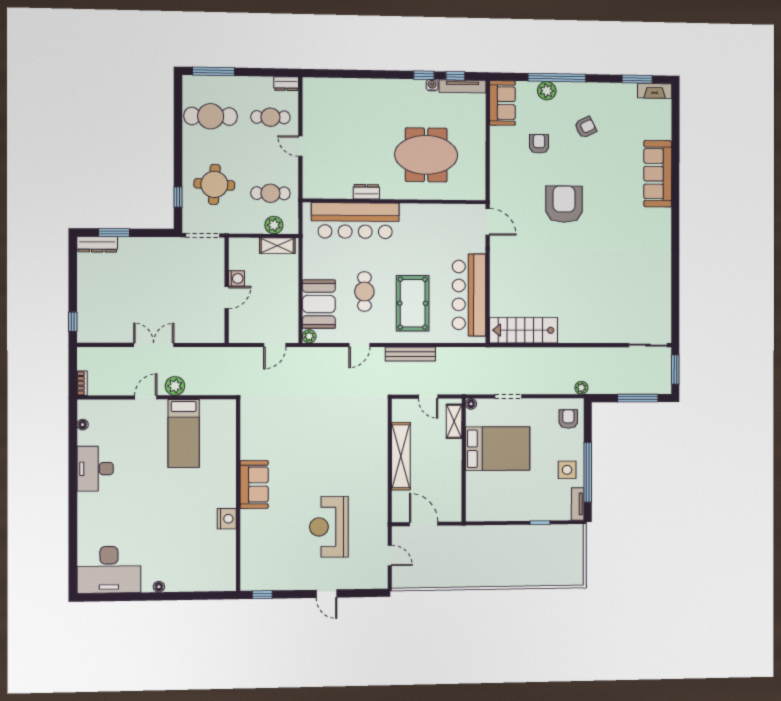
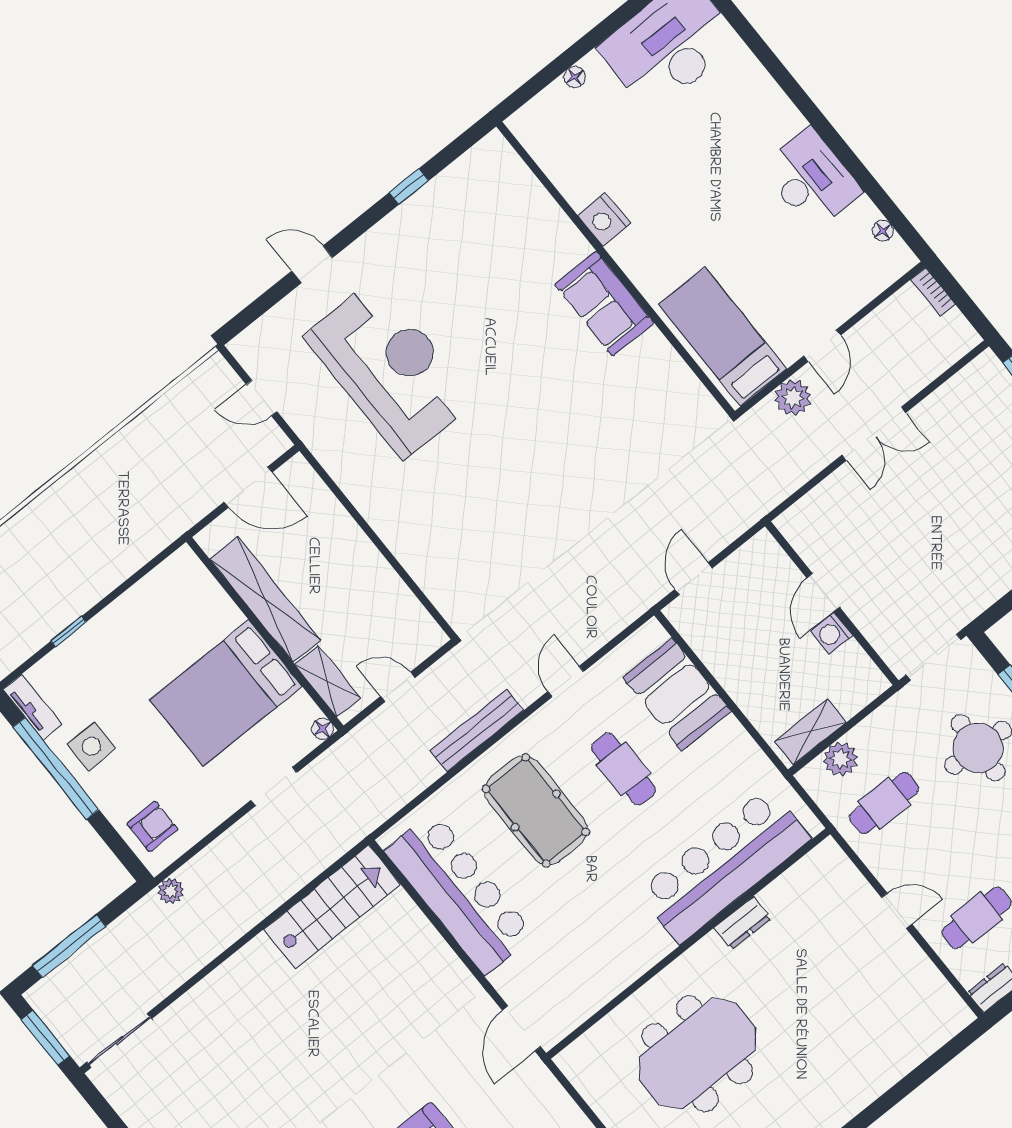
door: (488, 222) -> (521, 1029), hinge flipped
plant: (309, 336) -> (652, 634), removed
armchair: (568, 419) -> (152, 826), turned -90
shelving: (401, 456) -> (265, 600), moved
sofa: (254, 485) -> (604, 304), moved
wall: (238, 495) -> (616, 269), moved
nightstand: (227, 519) -> (604, 220), moved
reception desk: (329, 527) -> (390, 368), width x1.36, depth x1.30

